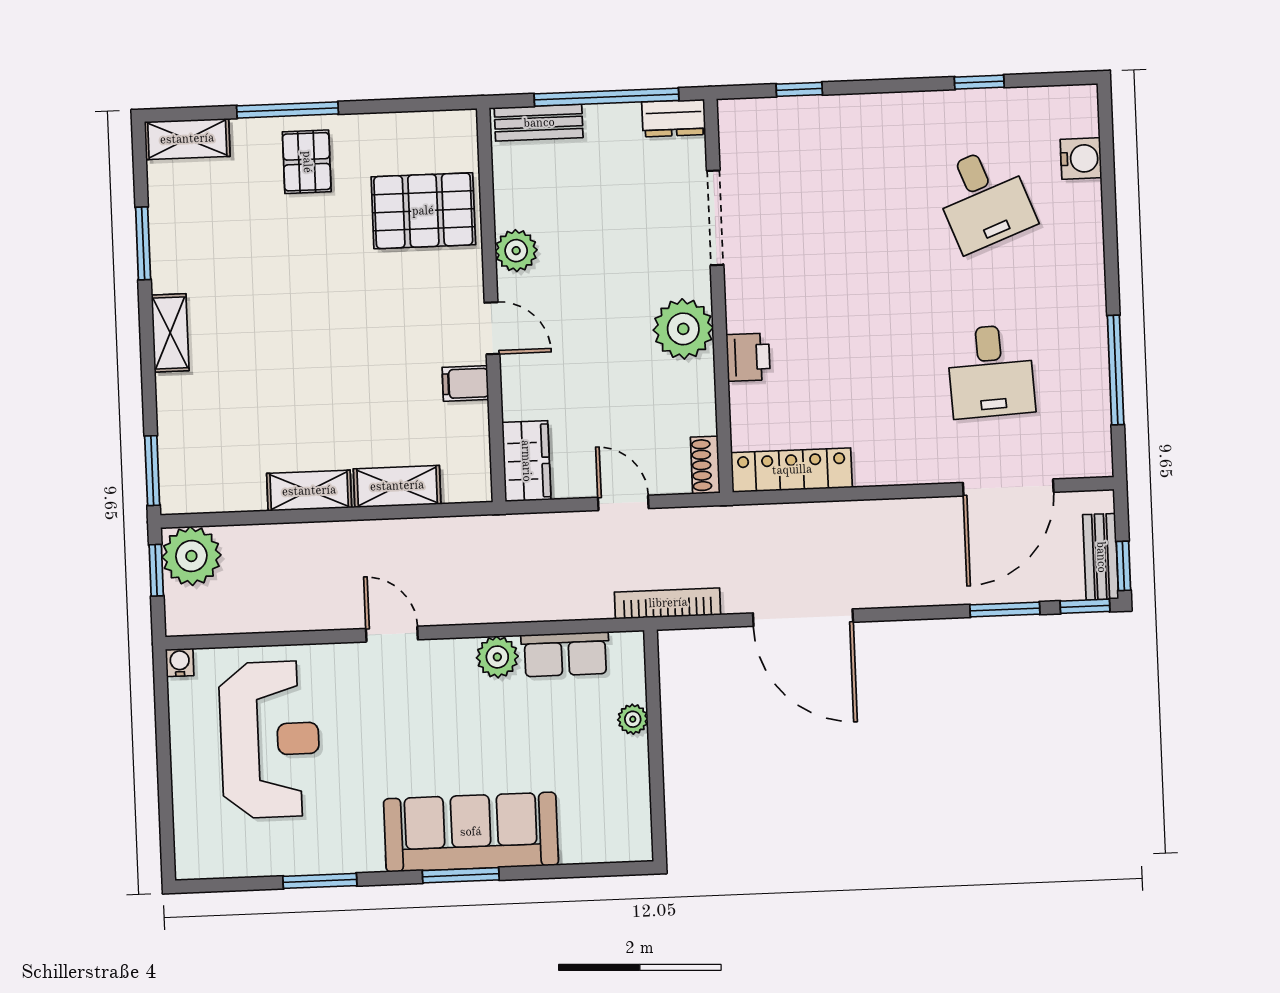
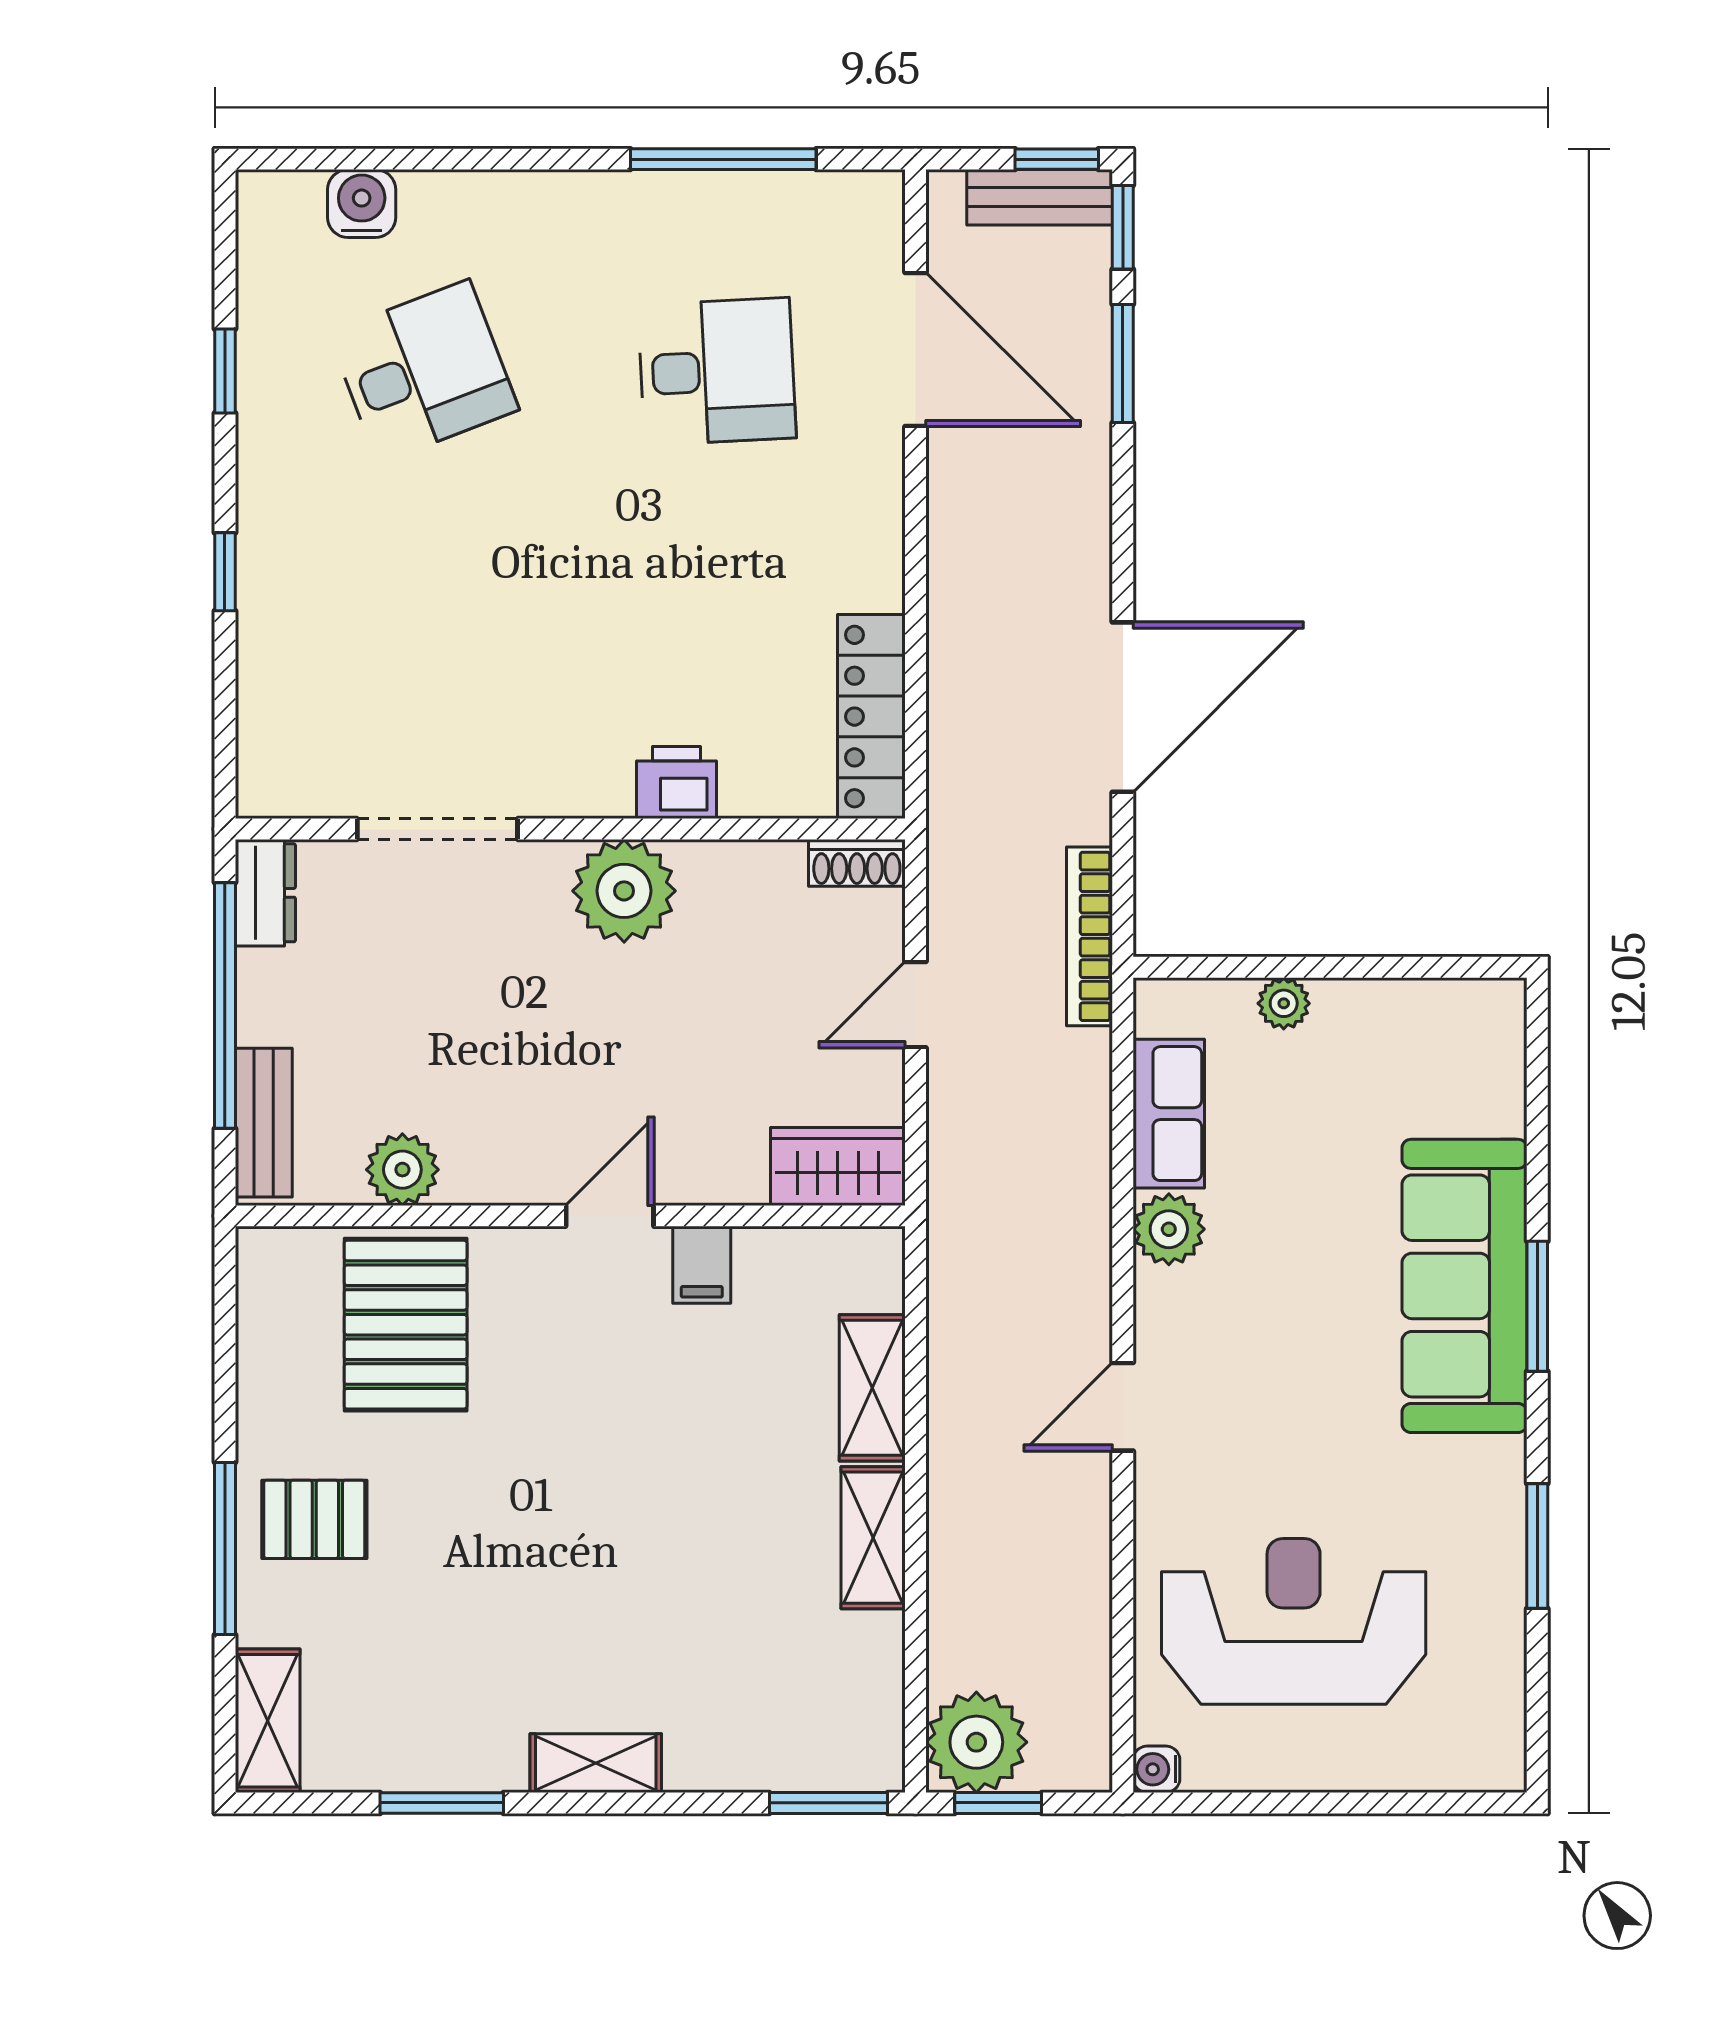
window: (799, 89) -> (225, 572), moved
plant: (516, 251) -> (402, 1170), moved

